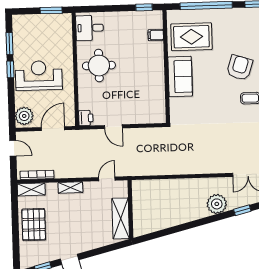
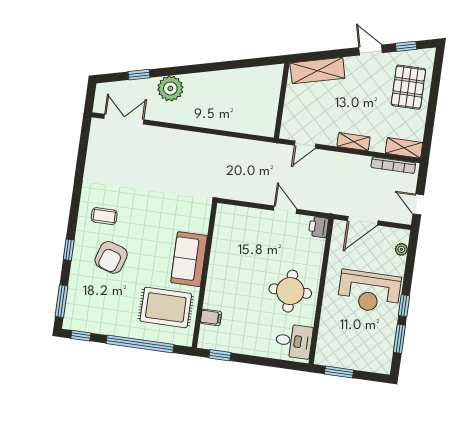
plant: (24, 116) -> (401, 249), width x0.53, depth x0.53
shelving: (121, 218) -> (317, 71), moved, turned 76
pallet: (34, 225) -> (408, 87), moved

